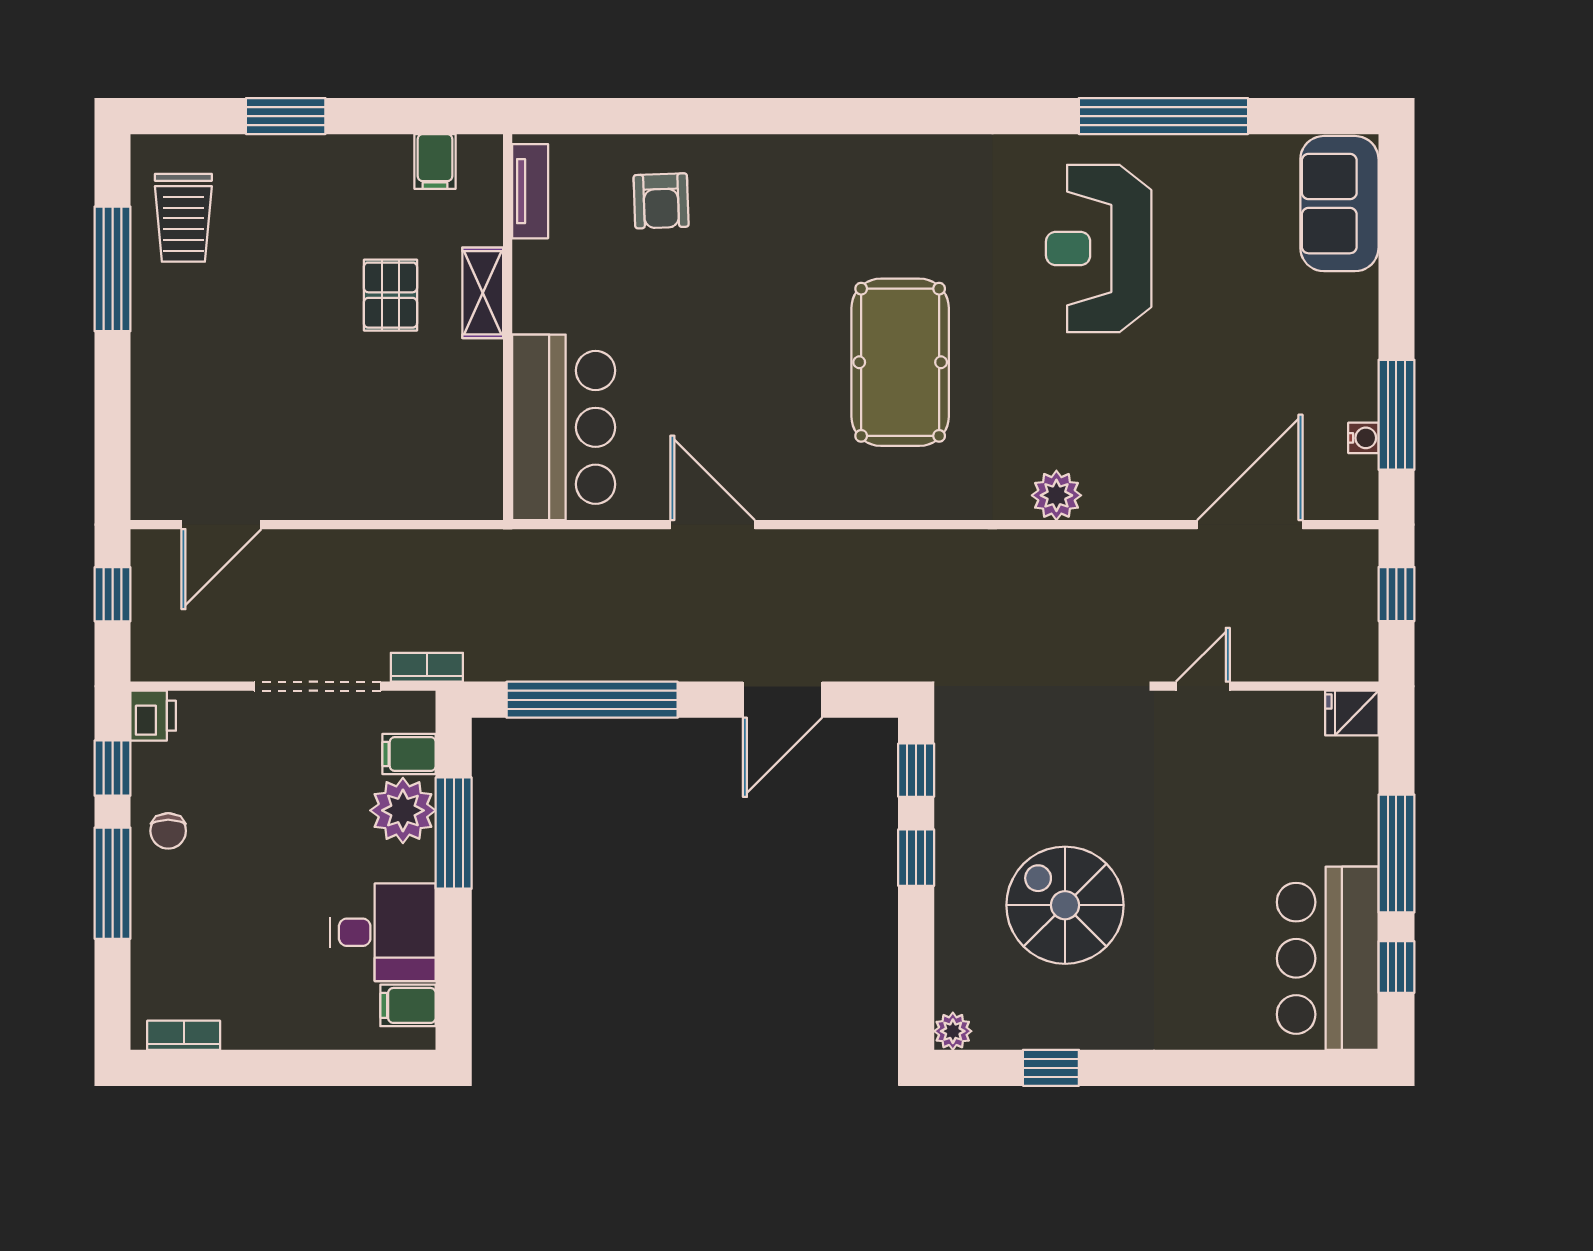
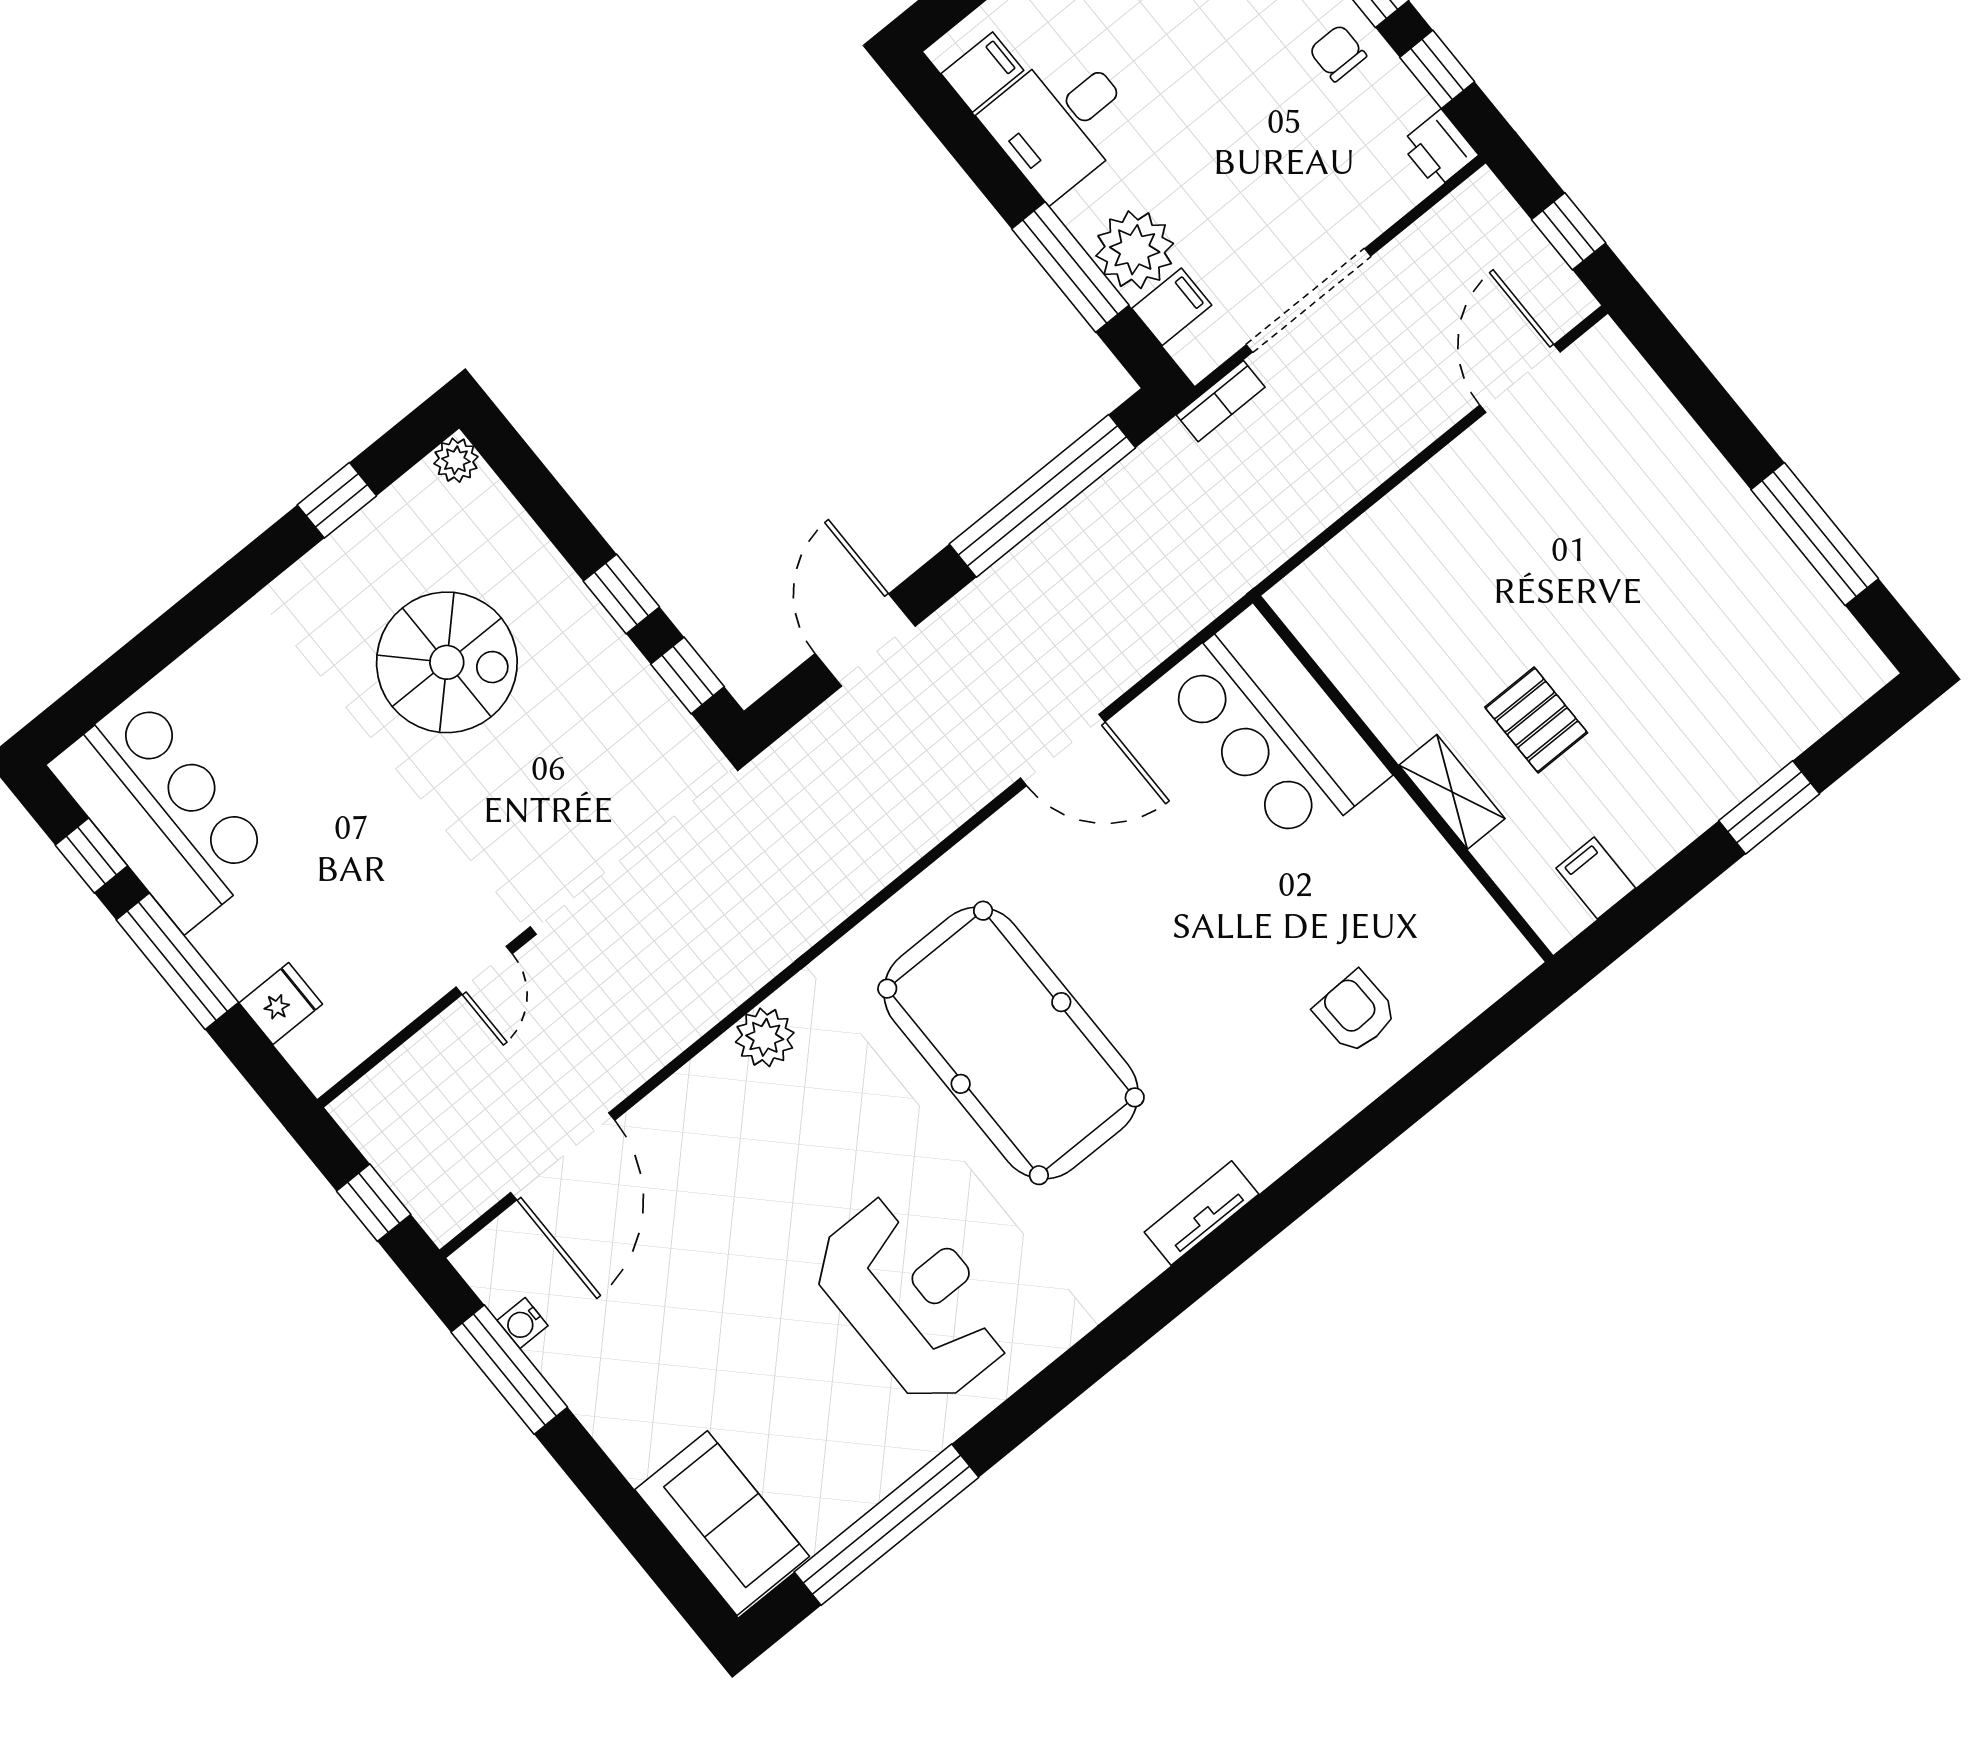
window: (1163, 116) -> (886, 1525), moved
tv unit: (530, 191) -> (1201, 1213), moved, turned 90
trolley: (183, 218) -> (1787, 635), removed
pool table: (900, 362) -> (1011, 1043), width x1.36, depth x1.32
fridge: (1352, 713) -> (281, 1004), moved

